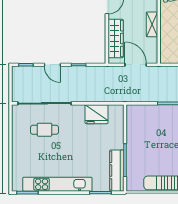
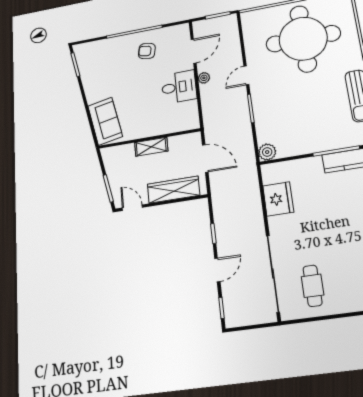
door: (136, 65) -> (205, 158), swing flipped
plant: (133, 111) -> (267, 152), added
cafe table: (44, 130) -> (313, 286), moved

